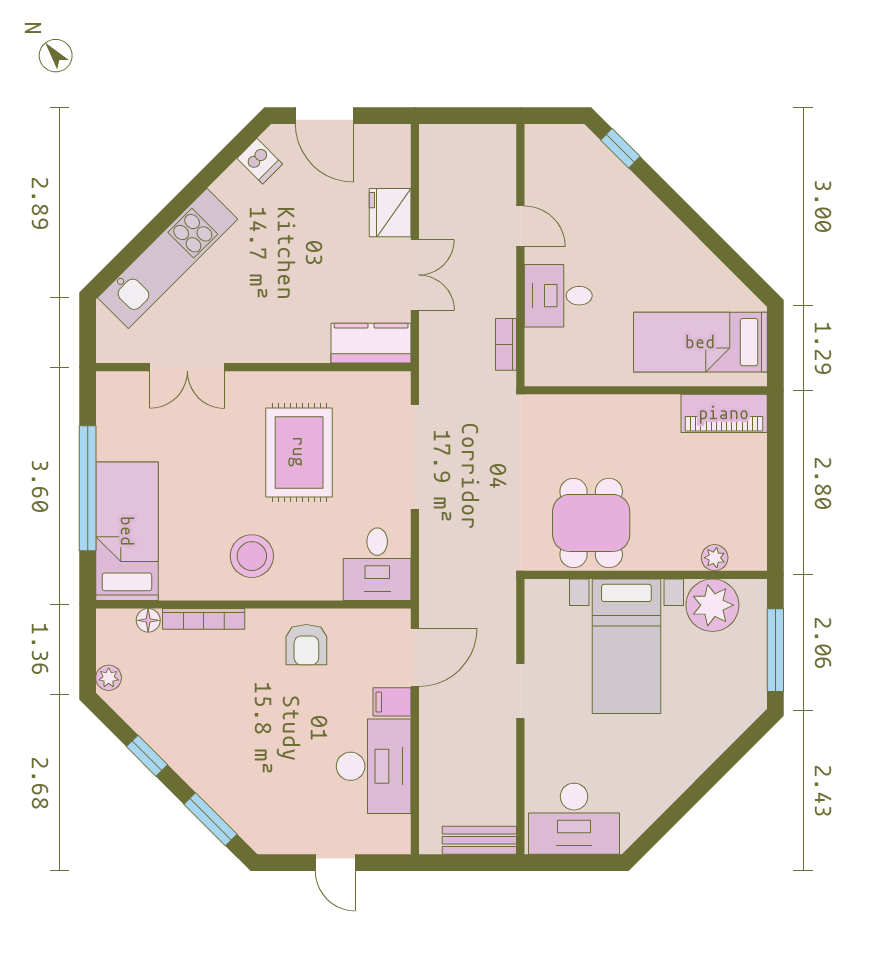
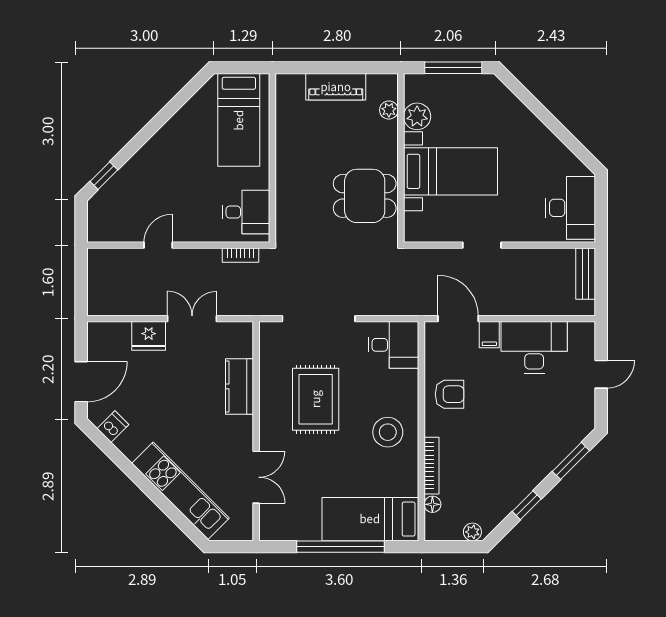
desk: (558, 296) -> (246, 212), moved, turned -90
kitchen counter: (371, 343) -> (240, 386), moved
piano: (724, 413) -> (336, 87), moved, turned 90
rug: (299, 452) -> (316, 399), turned 90
plant: (712, 605) -> (417, 116), width x0.73, depth x0.73

